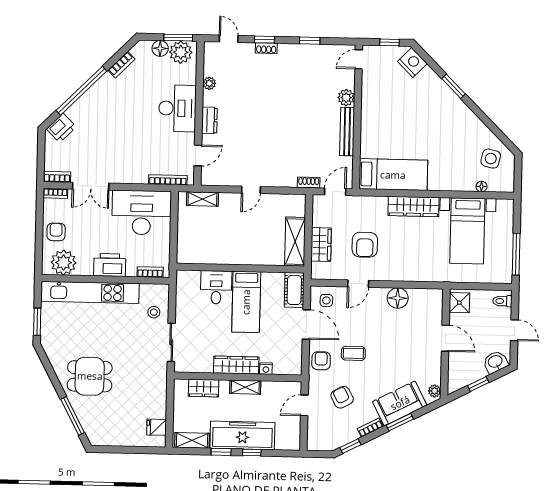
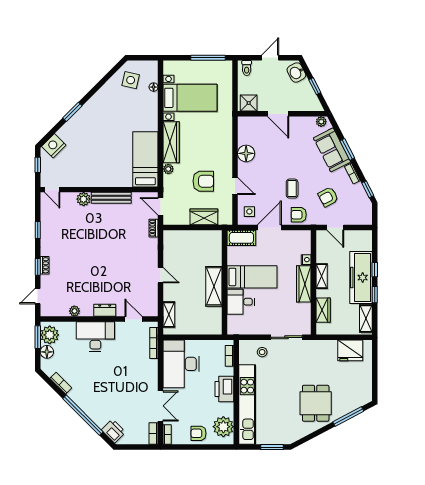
plant: (381, 202) -> (168, 169), added
shelving: (295, 242) -> (214, 286), moved, turned 90
door: (445, 338) -> (278, 114), swing flipped
fridge: (157, 427) -> (350, 350), width x1.88, depth x1.34

